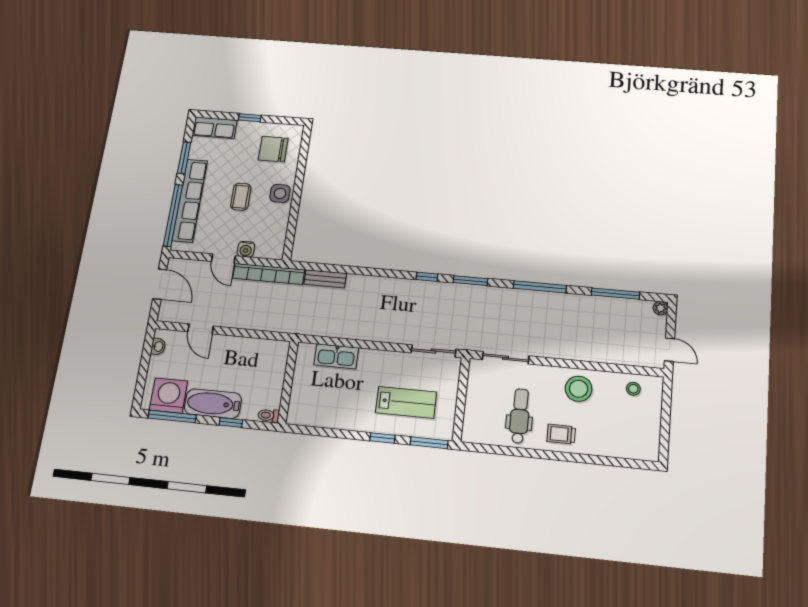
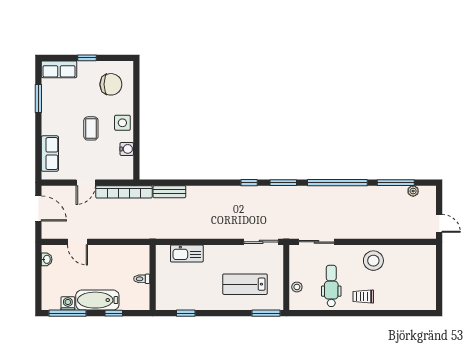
chair: (273, 149) -> (111, 84), turned 180
row of seats: (190, 200) -> (50, 154), width x0.50
window: (173, 215) -> (38, 149), removed
water cooler: (246, 249) -> (127, 149), moved, turned -90
door: (223, 259) -> (86, 183), hinge flipped
window: (540, 287) -> (337, 183), width x1.46
plant: (661, 308) -> (413, 191), moved
stool: (633, 389) -> (297, 287), moved
washing machine: (168, 396) -> (68, 303), width x0.53, depth x0.53
lab bench: (406, 402) -> (245, 284), turned 180
toilet: (269, 415) -> (142, 279), moved
window: (382, 438) -> (186, 313), moved

